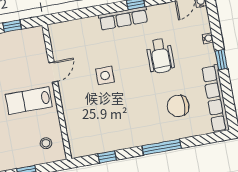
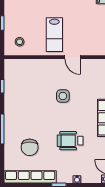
lab bench: (29, 101) -> (54, 35), turned 180
chair: (178, 106) -> (30, 147), turned 180

